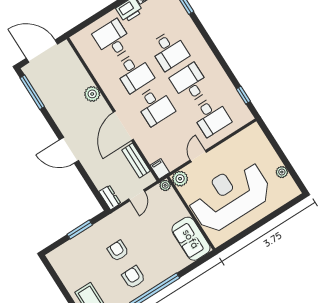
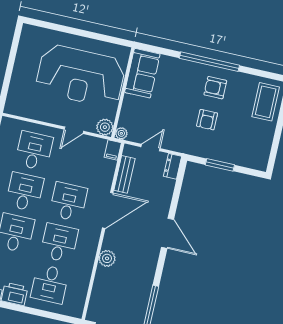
desk: (190, 83) -> (25, 192), turned 180
plant: (282, 172) -> (22, 55), removed
armchair: (134, 277) -> (215, 88), turned 91

